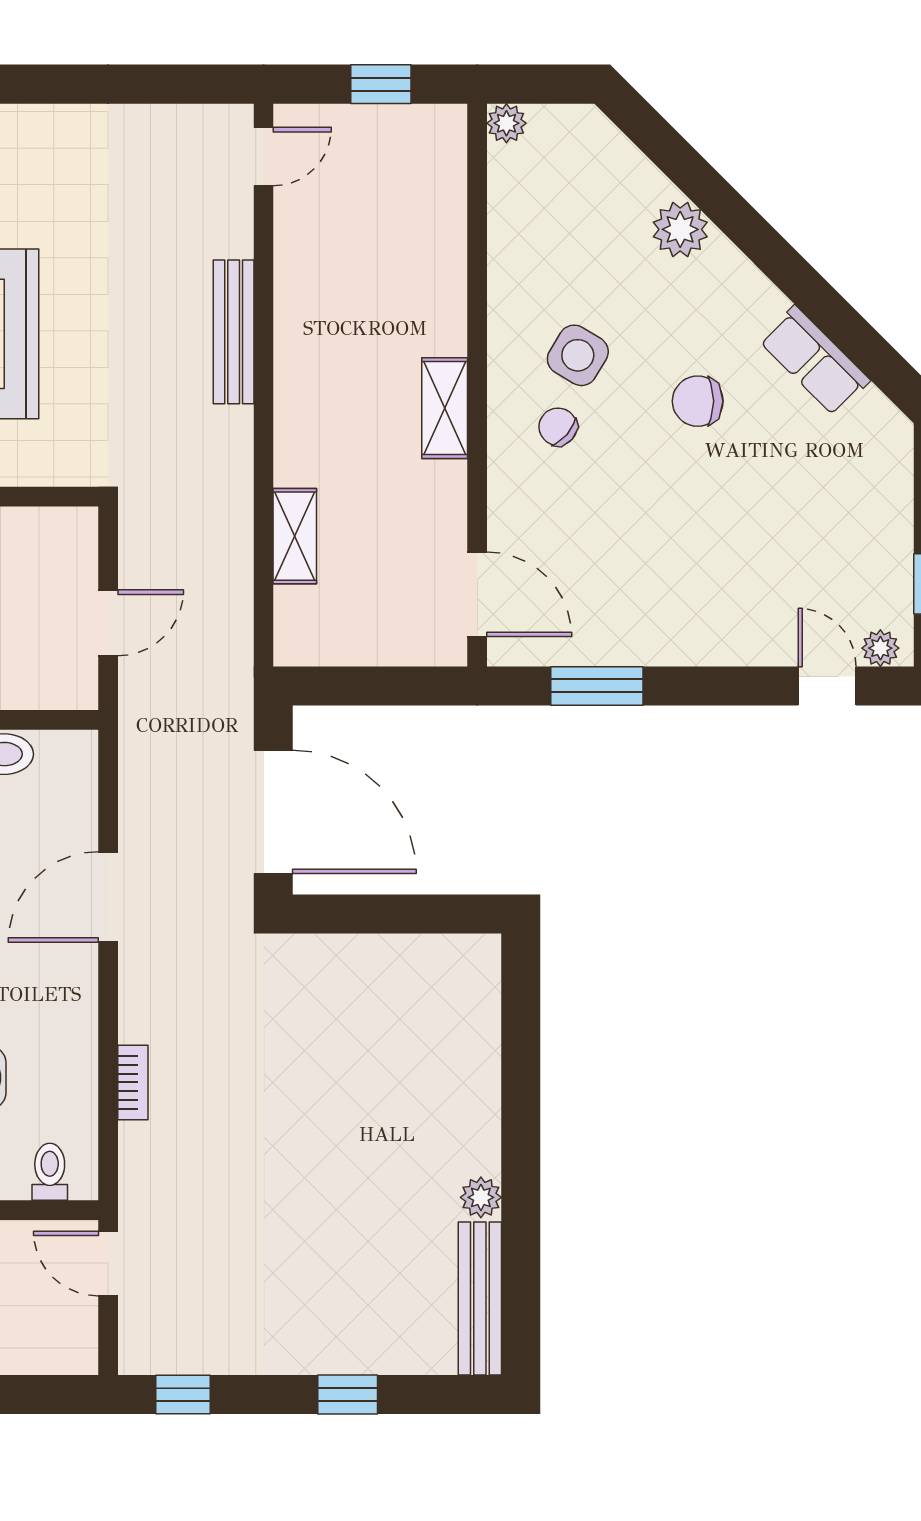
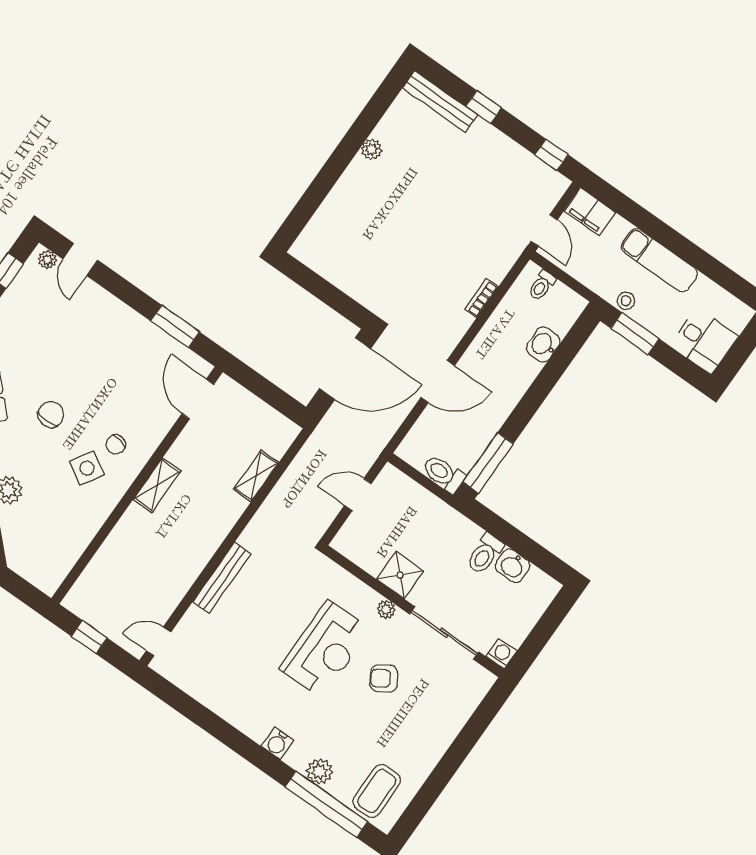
plant: (506, 123) -> (49, 584), removed
chair: (698, 401) -> (51, 414), turned -90
chair: (558, 427) -> (116, 444), turned 59
door: (273, 812) -> (345, 369), swing flipped
bench: (480, 1298) -> (440, 101), moved, turned 90
filing cabinet: (56, 1346) -> (590, 212), added

